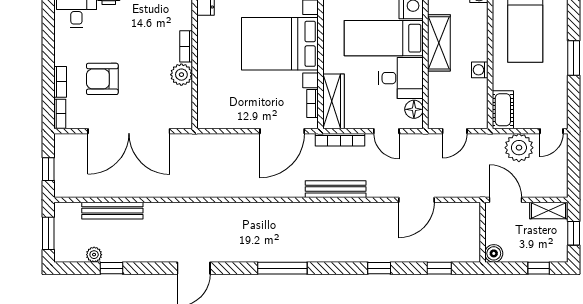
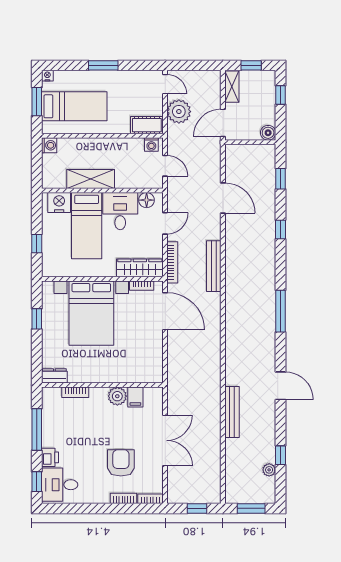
bookcase: (186, 46) -> (75, 392), moved
washing machine: (480, 70) -> (151, 145), moved
armchair: (102, 79) -> (121, 463), turned 180
filing cabinet: (180, 96) -> (135, 397), added
double door: (129, 131) -> (165, 440), width x0.73
bench: (112, 211) -> (232, 412), moved

